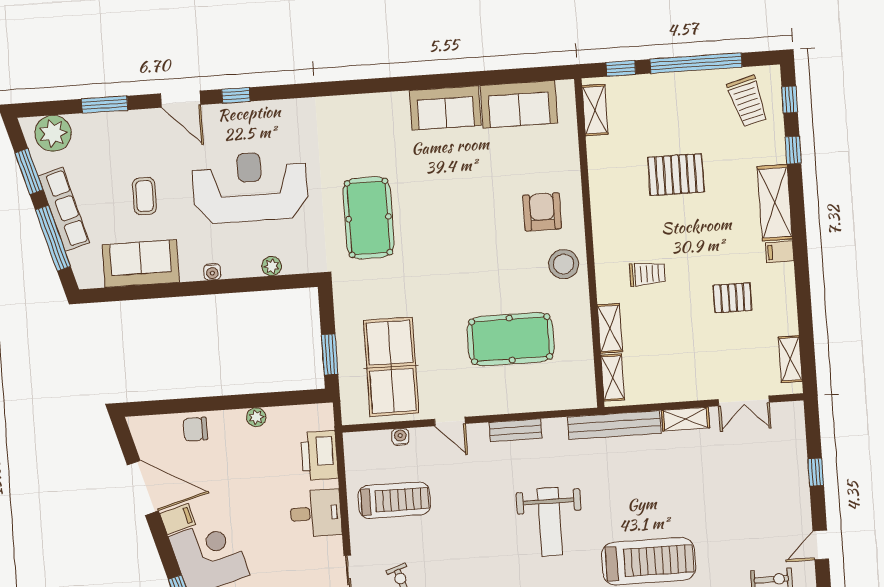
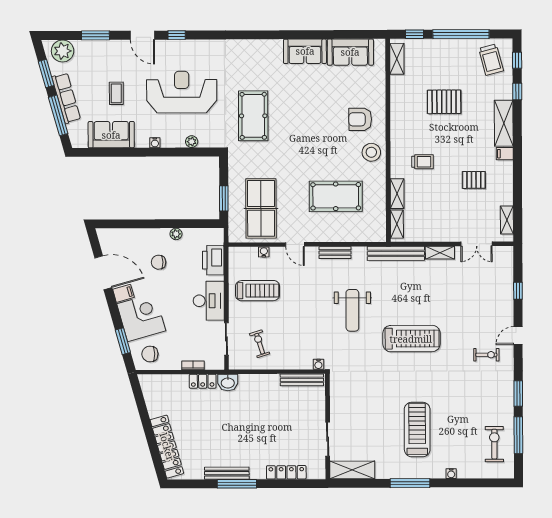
armchair: (542, 212) -> (360, 119), turned -90
chair: (195, 429) -> (159, 262), moved
desk: (316, 513) -> (209, 301), width x1.37

